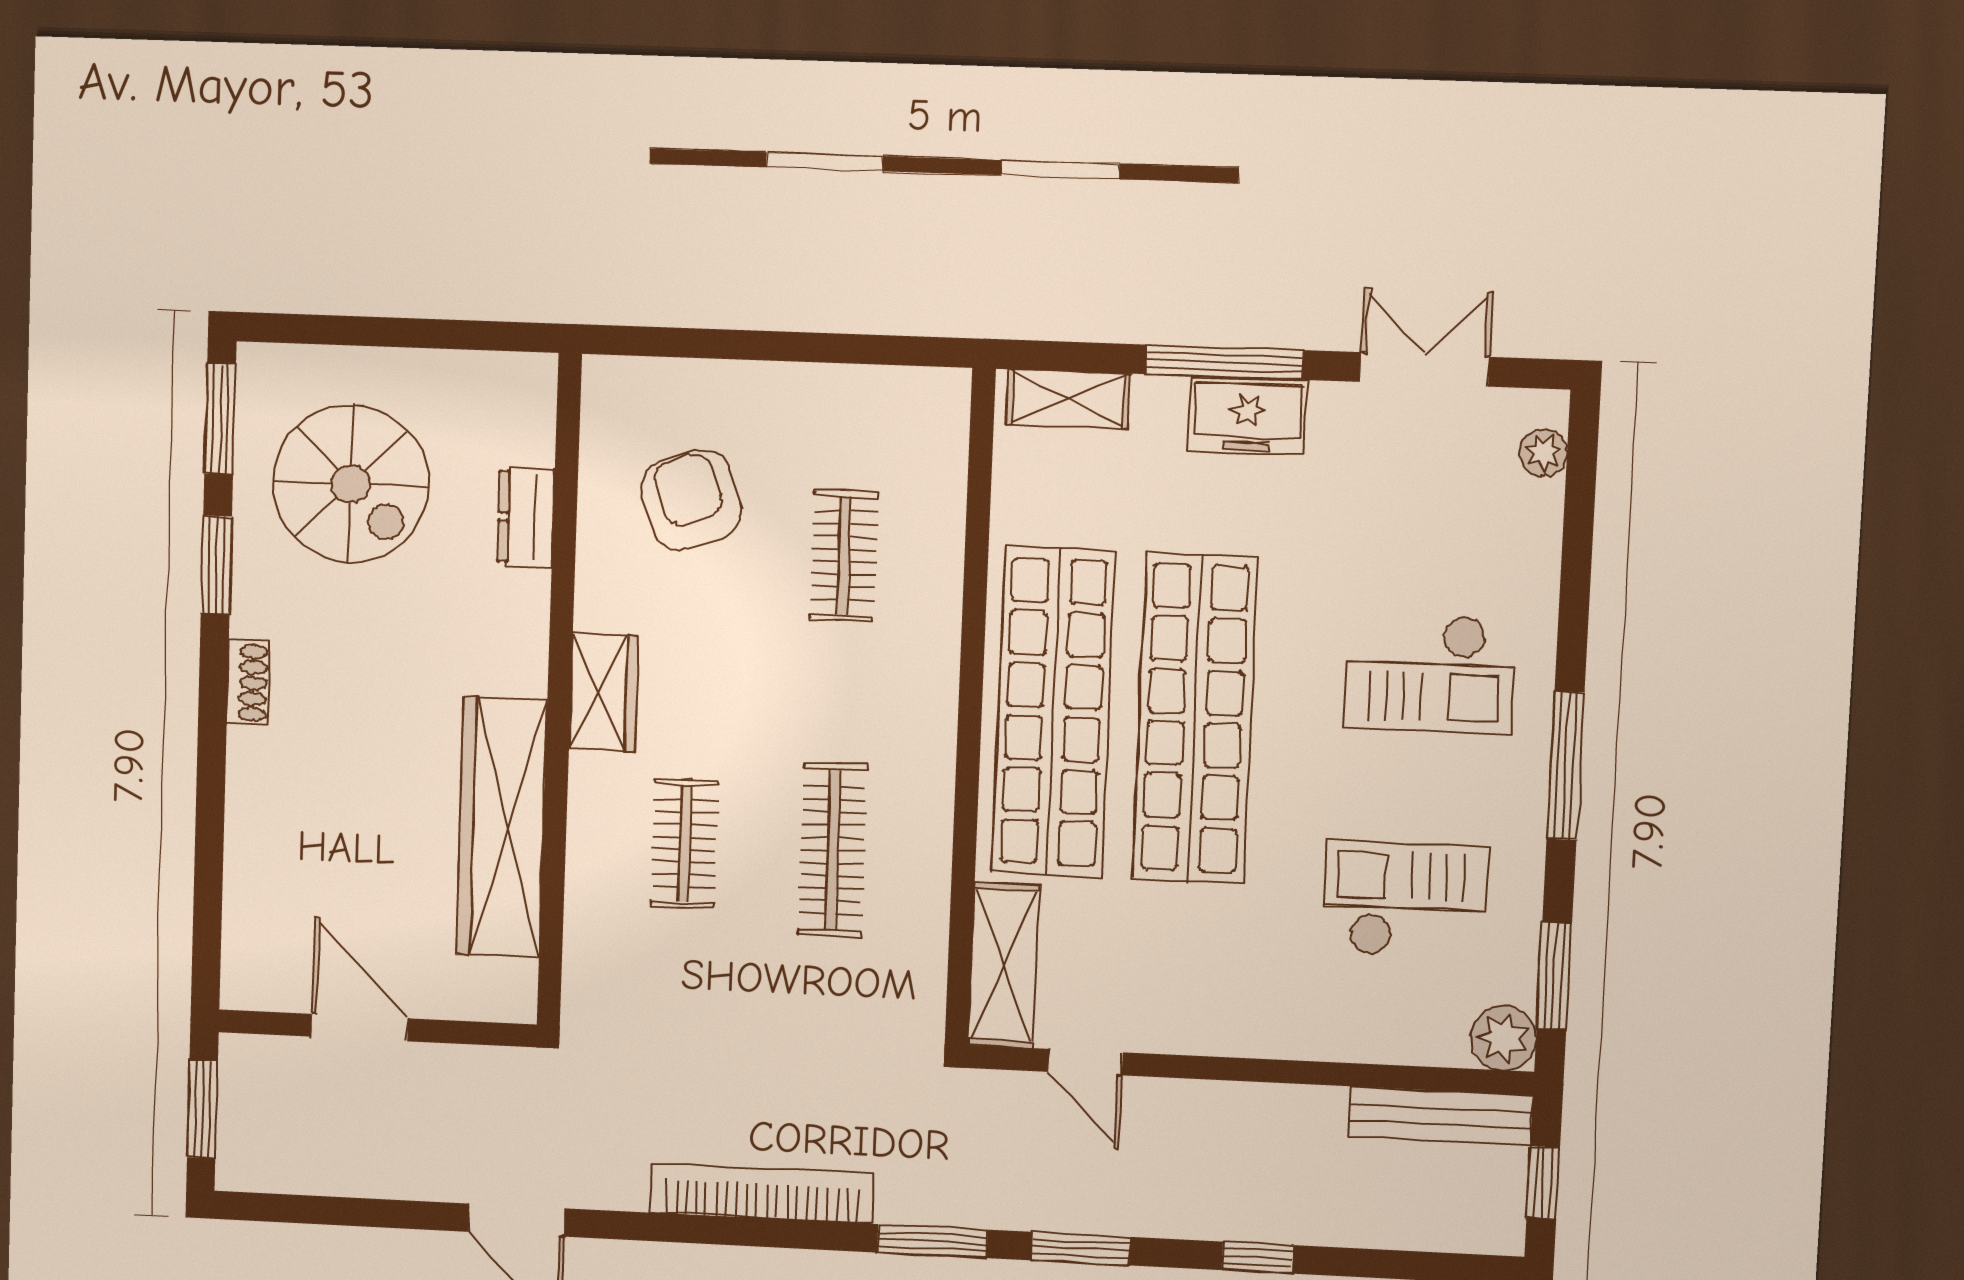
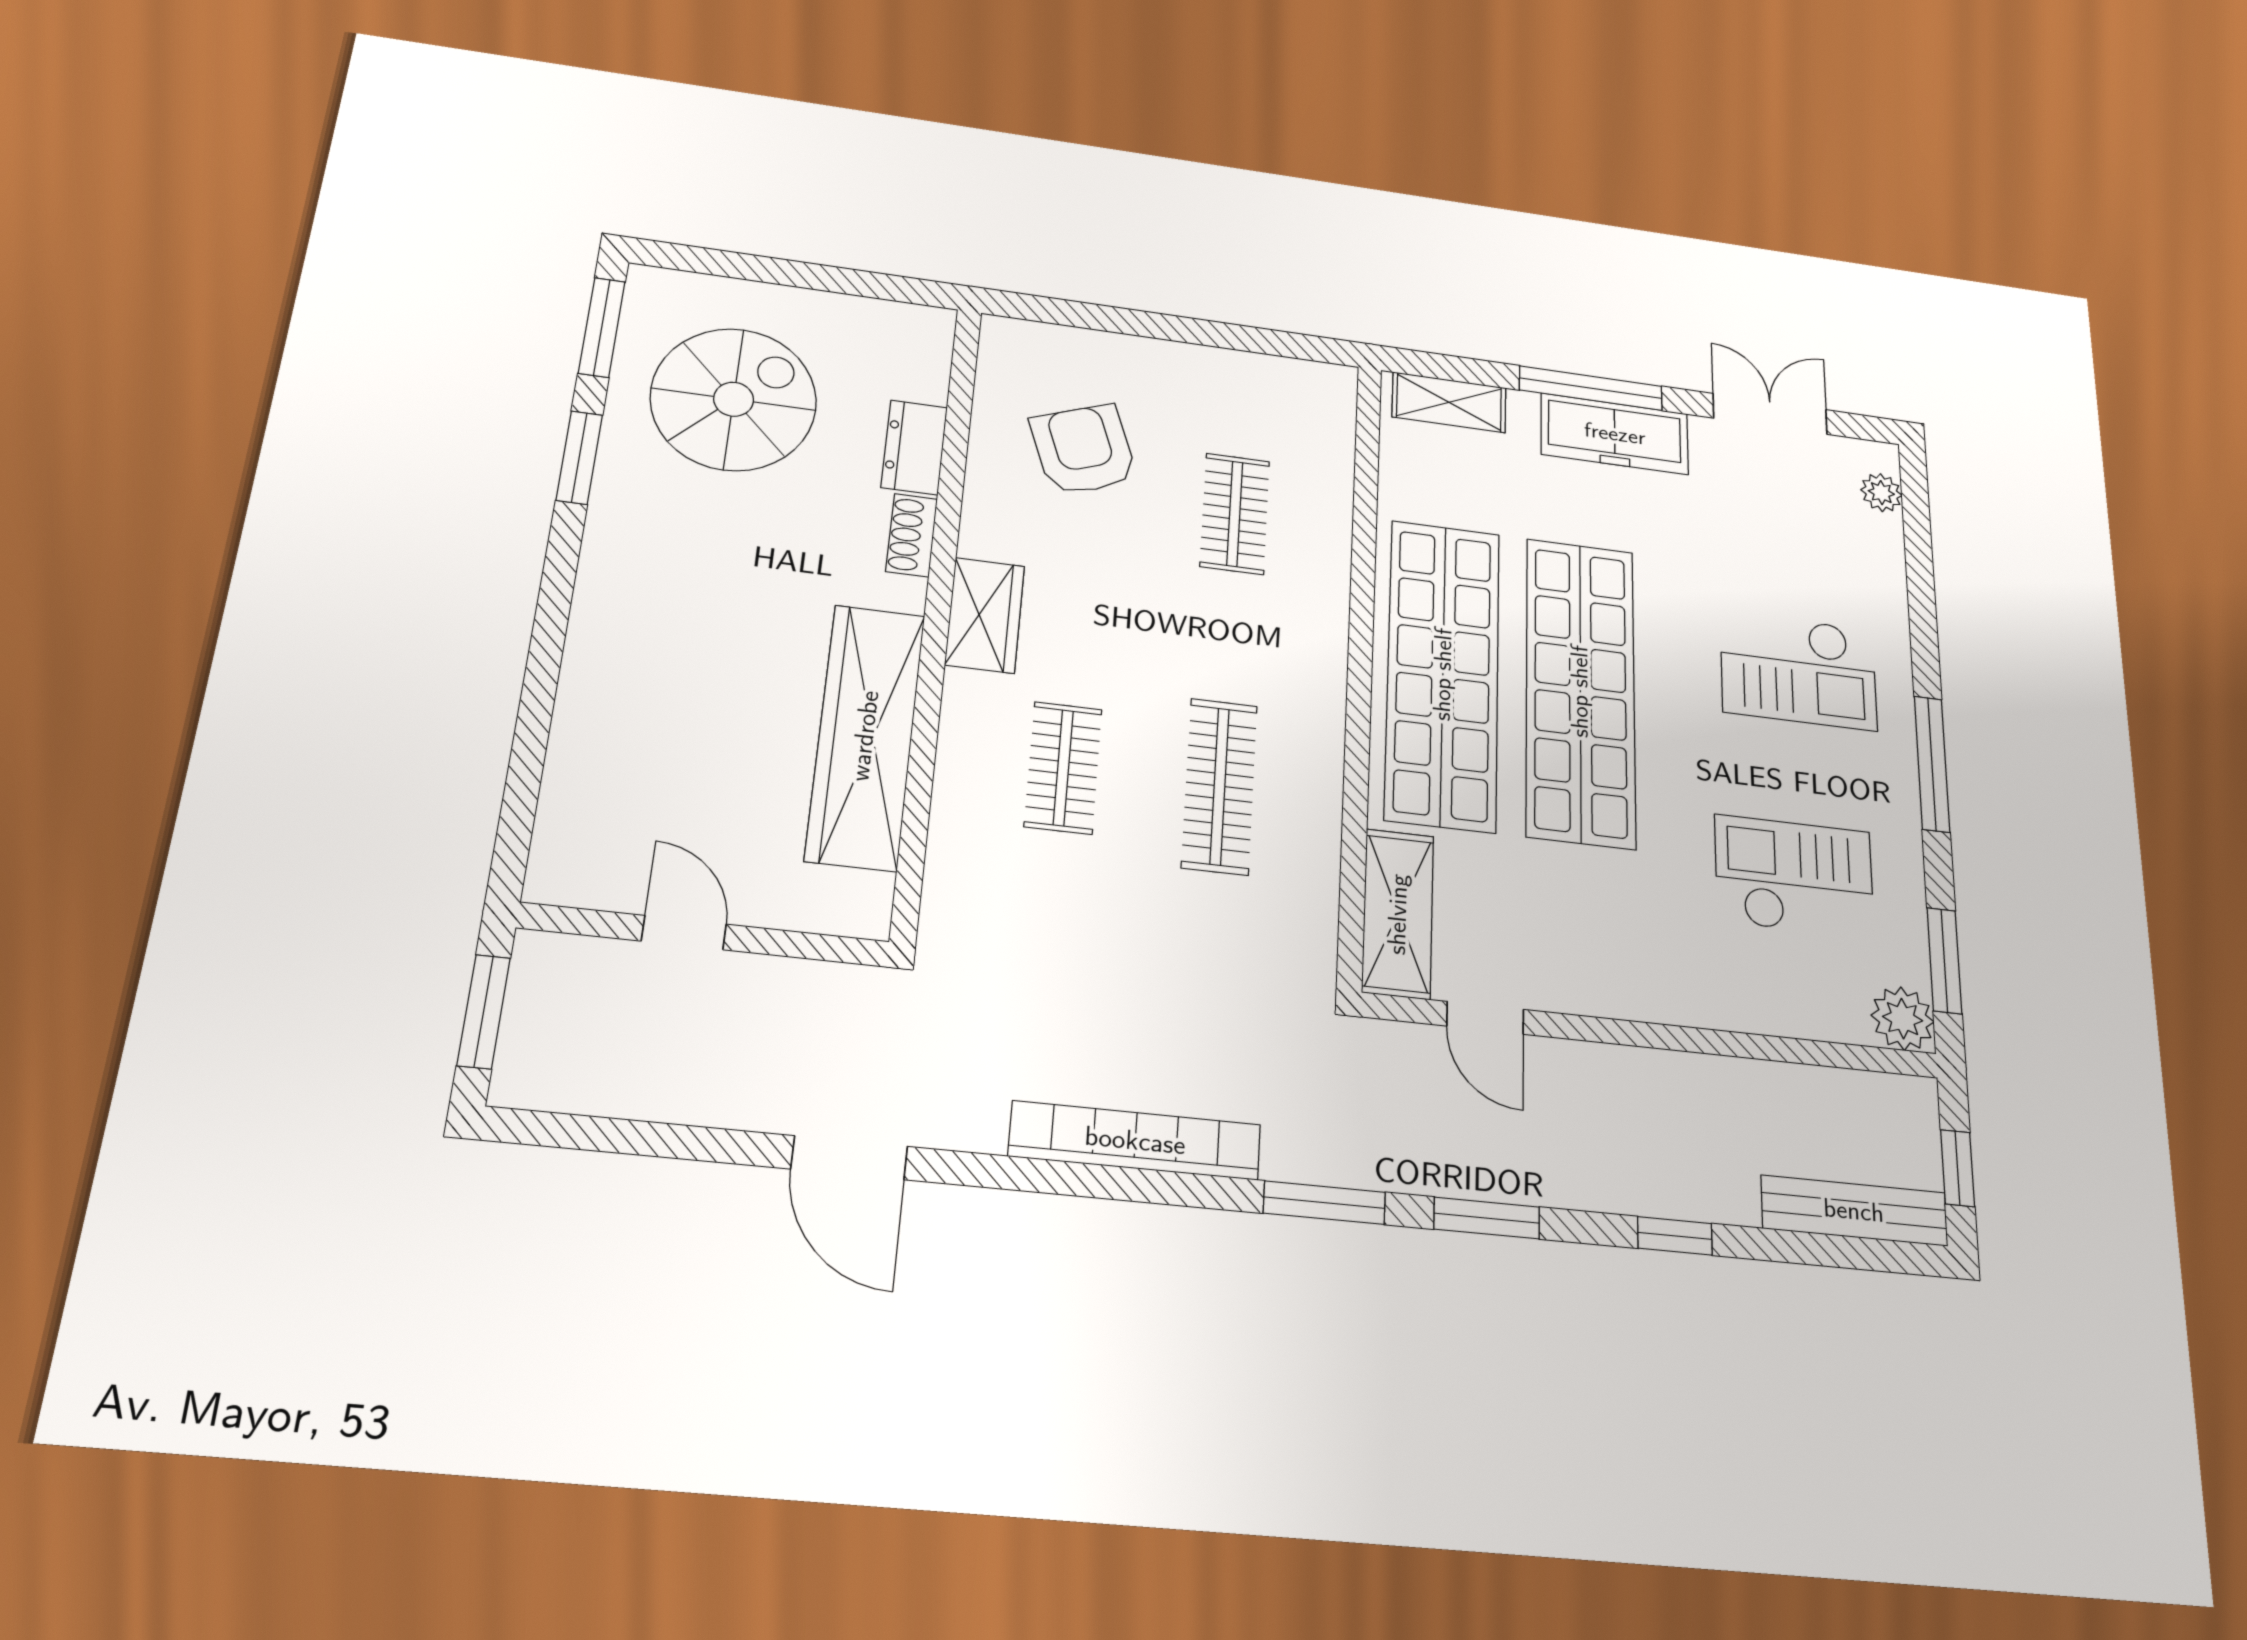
freezer: (1247, 415) -> (1615, 434), width x1.40
spiral stairs: (351, 484) -> (734, 399), turned -90
shoe rack: (248, 683) -> (912, 535), moved, turned 180
door: (360, 1028) -> (684, 933), width x0.73
bench: (1441, 1116) -> (1854, 1211), moved

